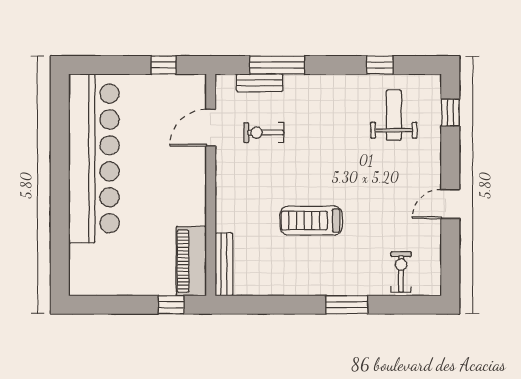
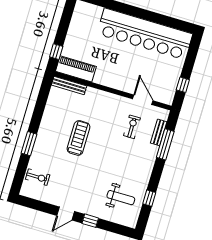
window: (450, 113) -> (90, 221), moved
door: (450, 204) -> (66, 213), swing flipped

